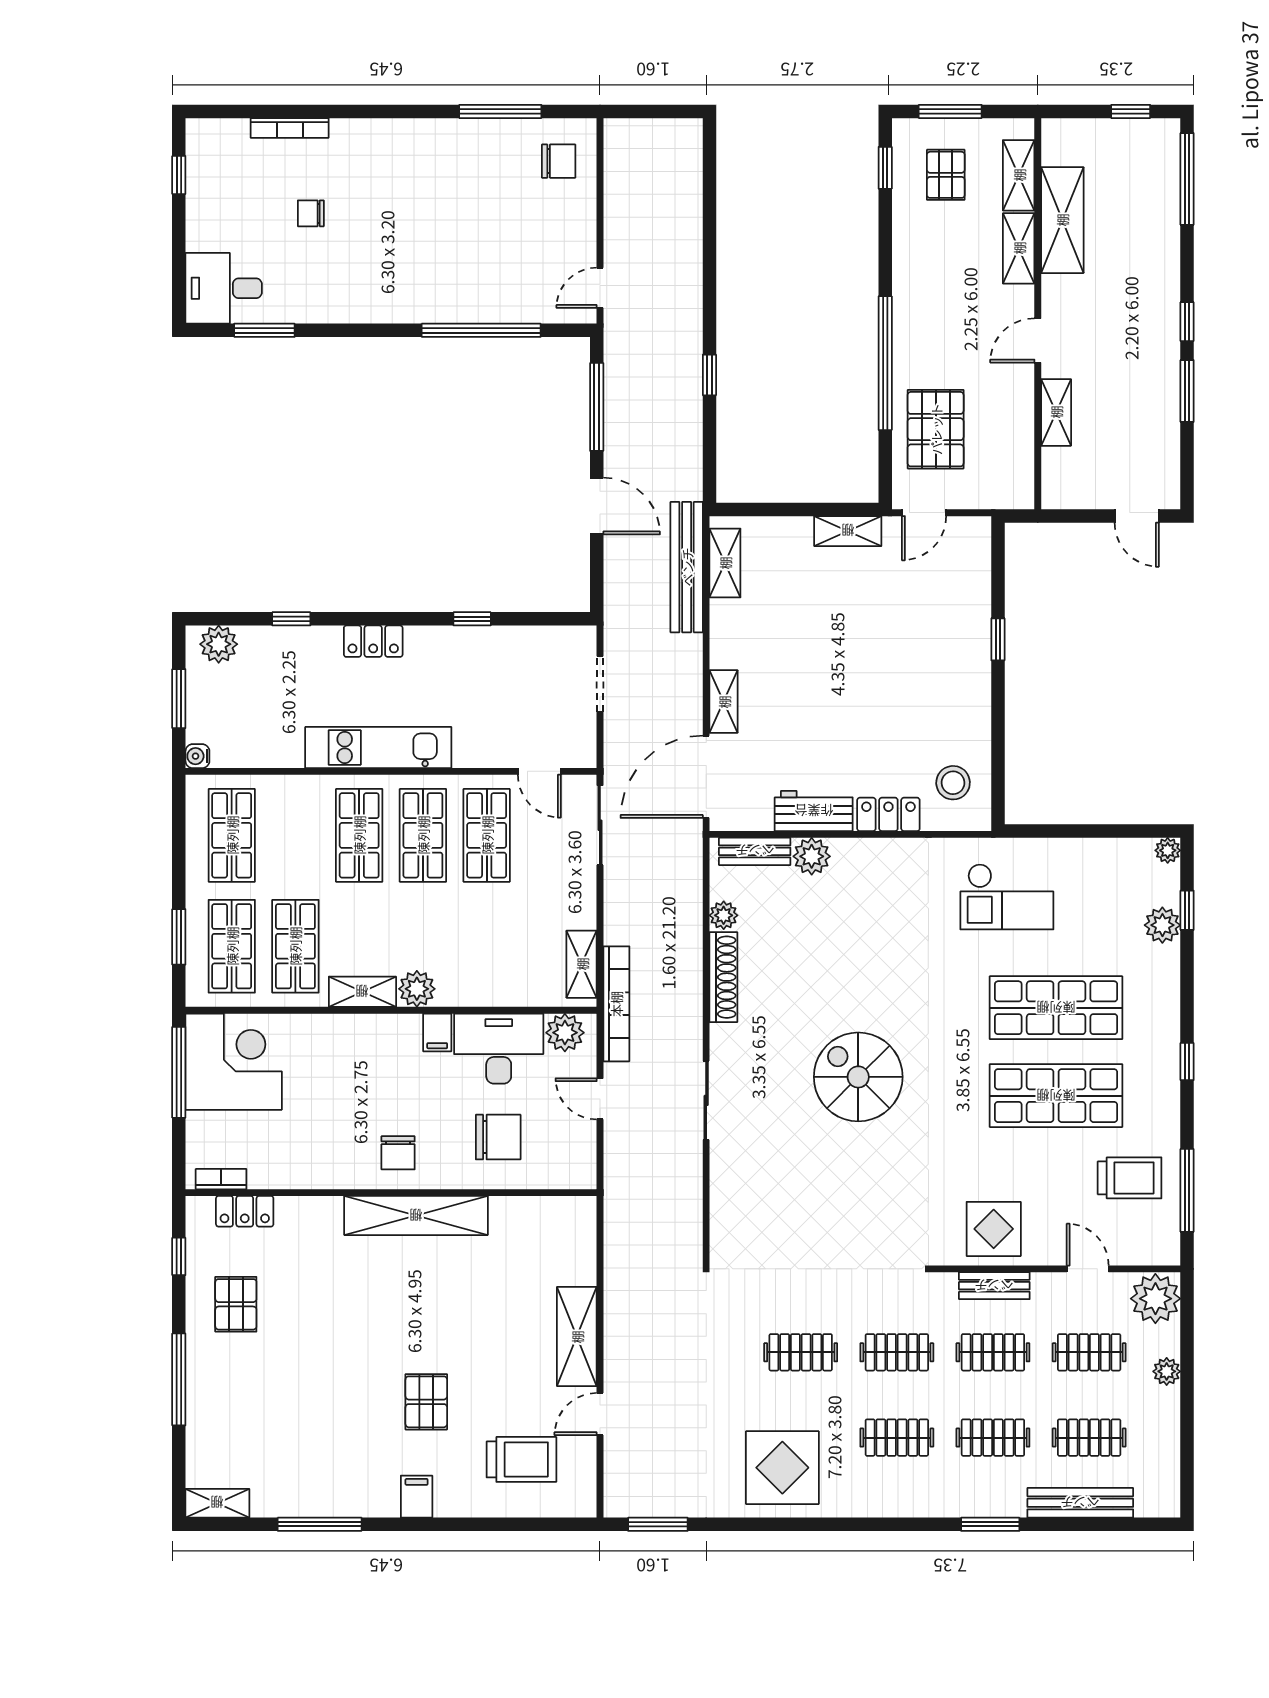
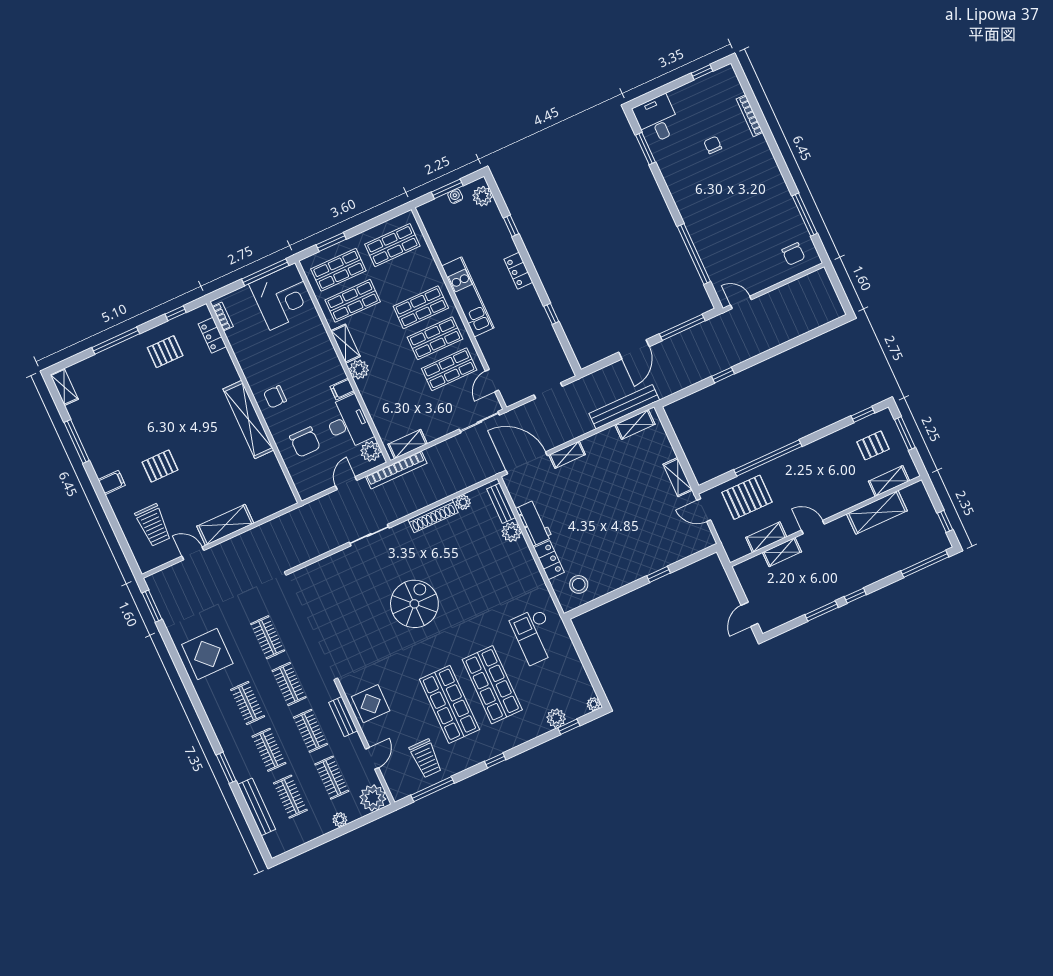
shelving: (1019, 248) -> (766, 537), moved
water cooler: (197, 756) -> (455, 196), moved

